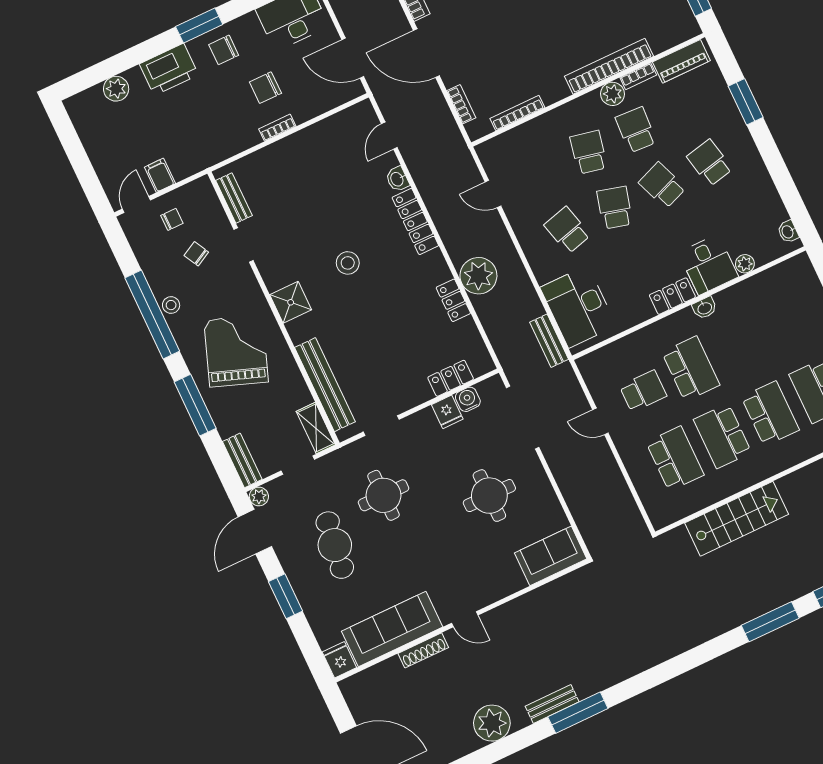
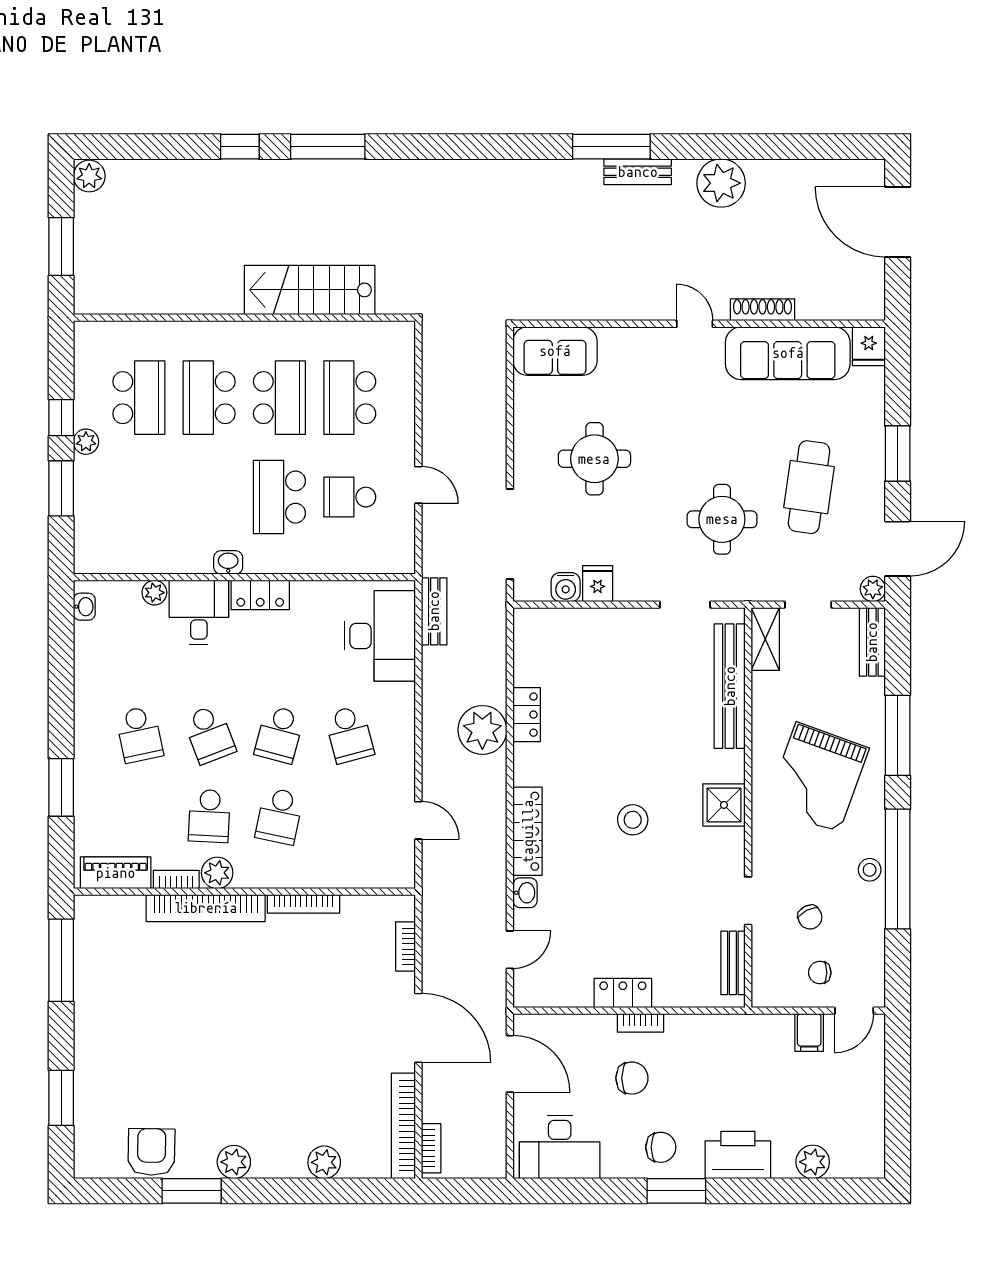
bookcase: (517, 113) -> (304, 904), moved
locker: (451, 378) -> (623, 993), moved, turned 180

